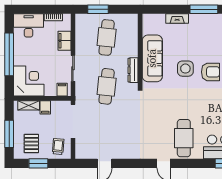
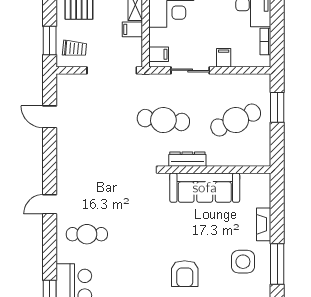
cafe table: (107, 37) -> (236, 120), turned -30
filing cabinet: (64, 41) -> (224, 58), width x0.50
side table: (185, 69) -> (243, 262), moved
cafe table: (184, 138) -> (87, 234), width x0.73, depth x0.74
window: (38, 163) -> (50, 41), moved

